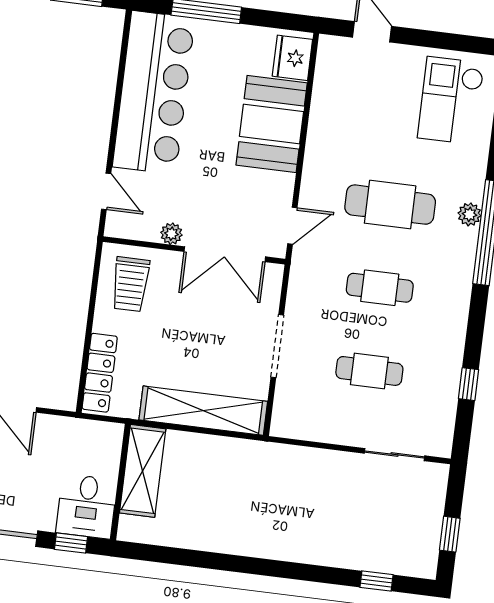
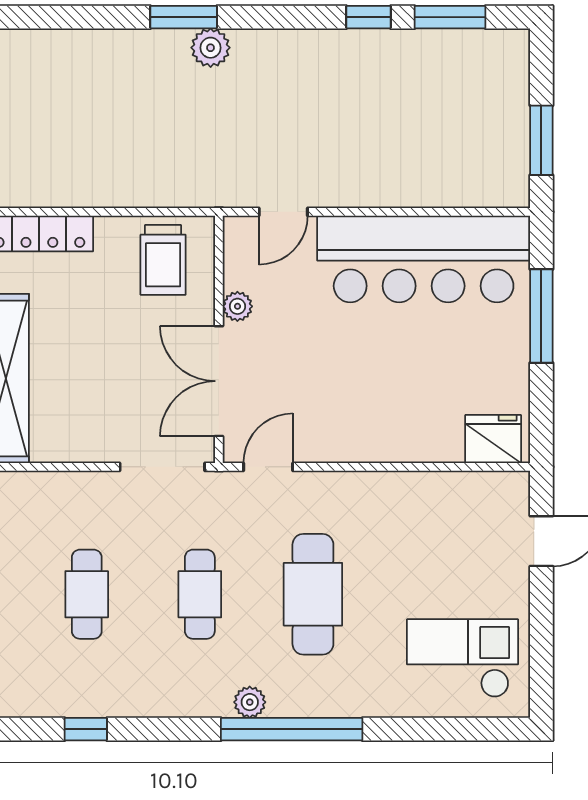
booth: (272, 124) -> (401, 422), removed
plant: (469, 214) -> (250, 702), moved
door: (292, 226) -> (268, 467), swing flipped
trolley: (130, 284) -> (163, 260), turned -90
doorway: (277, 346) -> (162, 467), moved

